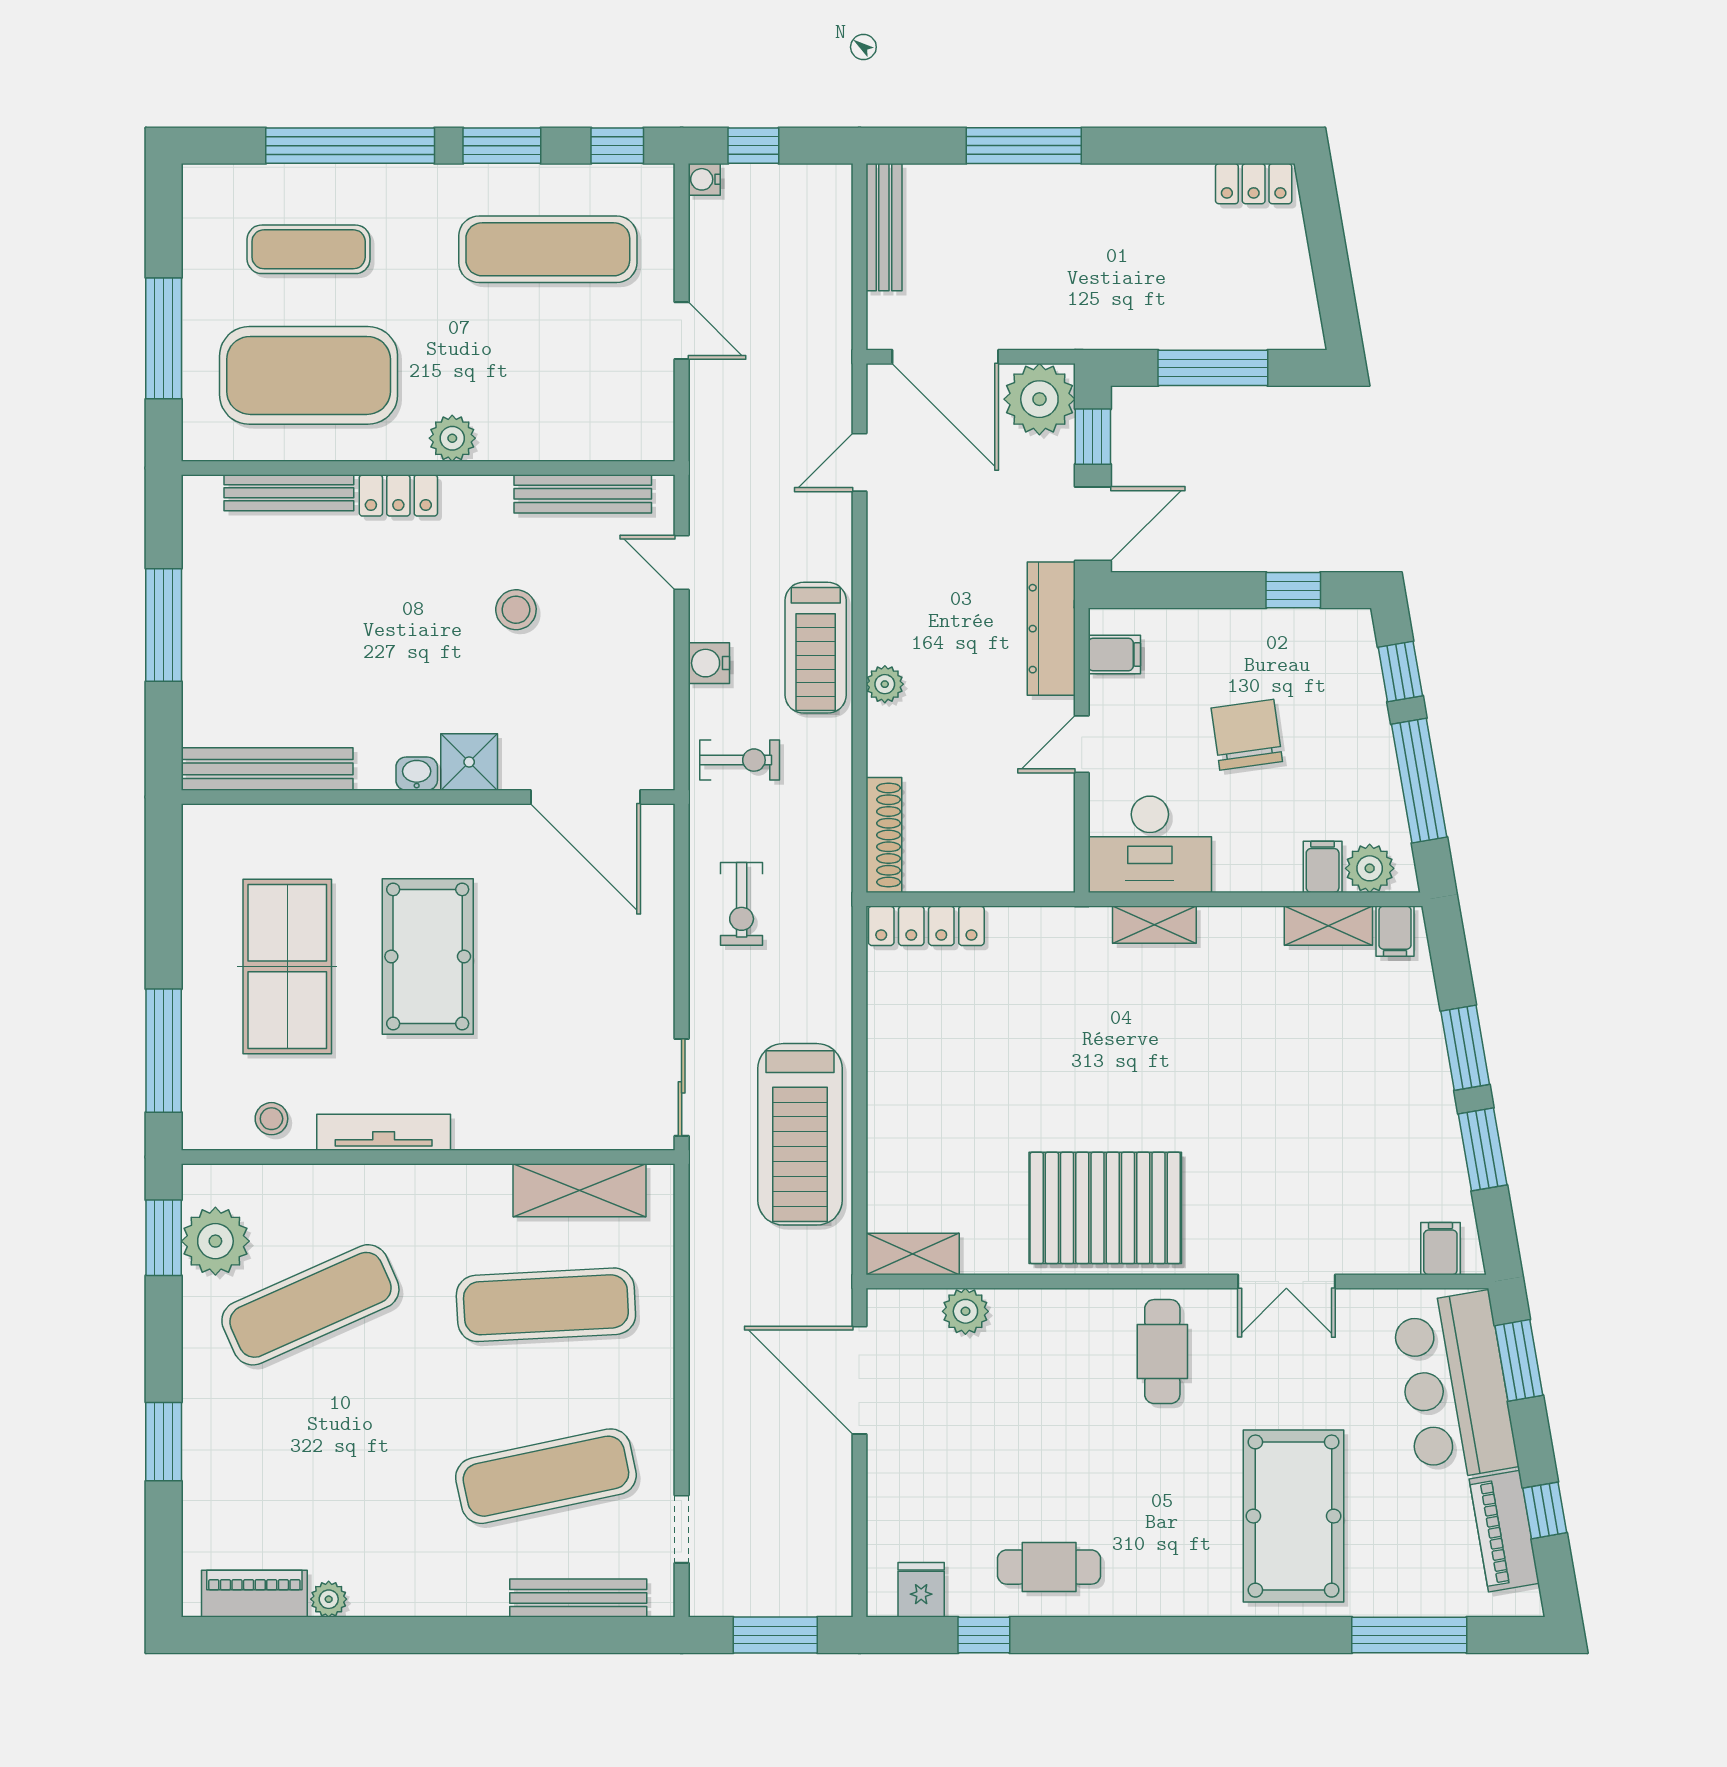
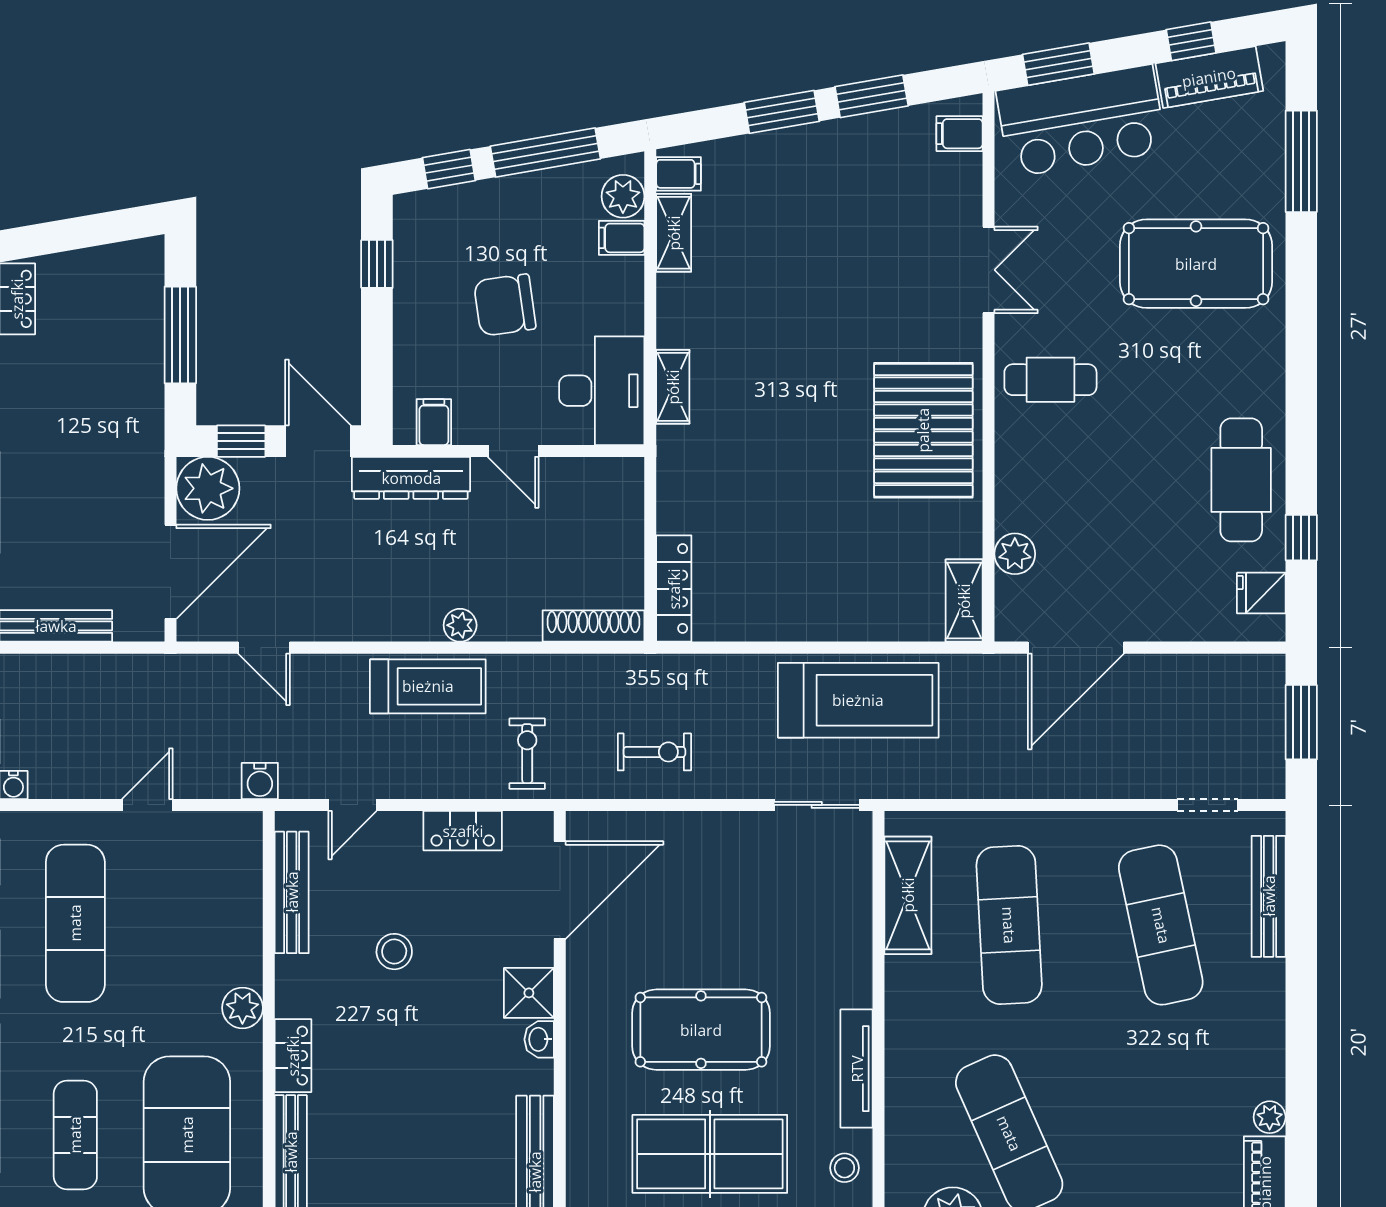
water cooler: (709, 663) -> (260, 781), moved
locker: (653, 687) -> (463, 831), added
cafe table: (1049, 1567) -> (1241, 480), width x1.37, depth x1.35

